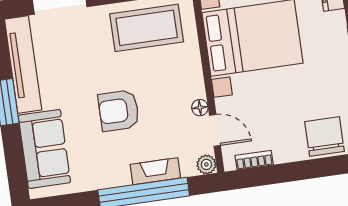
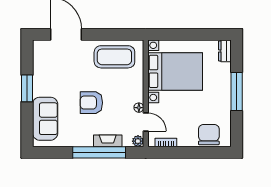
tv unit: (23, 65) -> (40, 68), removed

